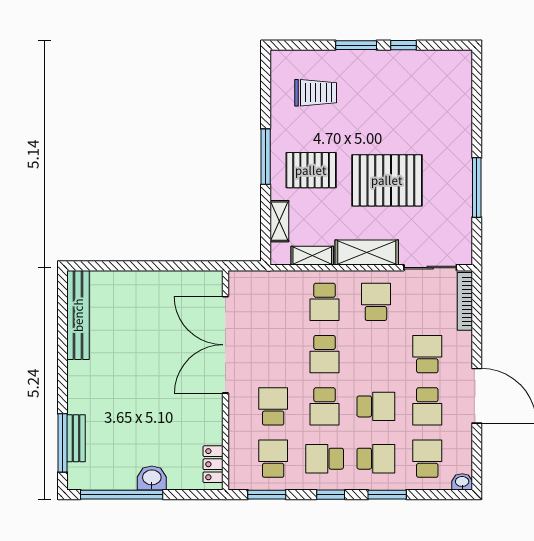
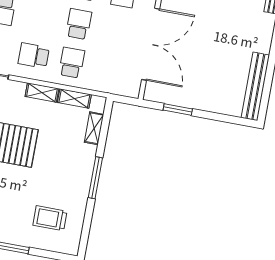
pallet: (311, 170) -> (64, 162), removed
shelving: (367, 252) -> (42, 92), width x0.67, depth x0.75
window: (174, 266) -> (178, 110), added
school desk: (376, 302) -> (34, 56), turned 90

